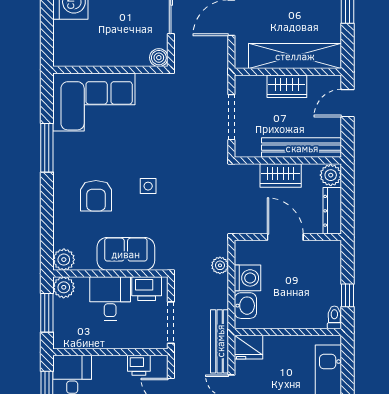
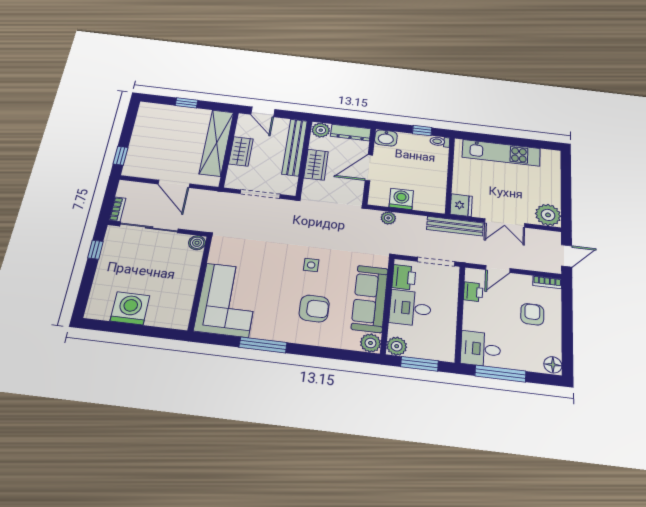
sofa: (126, 254) -> (370, 299), width x1.36
washbasin: (245, 306) -> (386, 138), moved, turned 180

